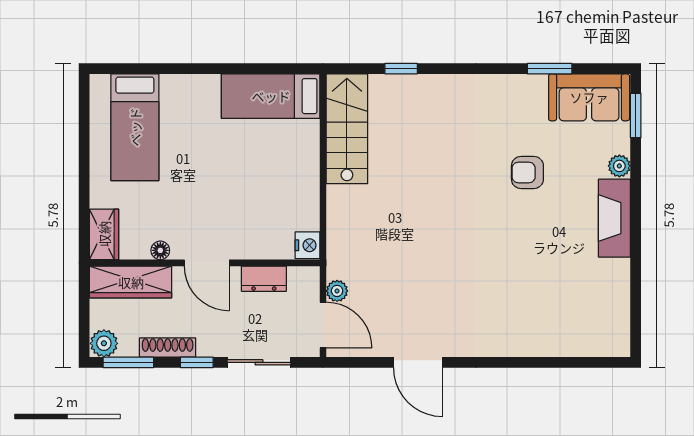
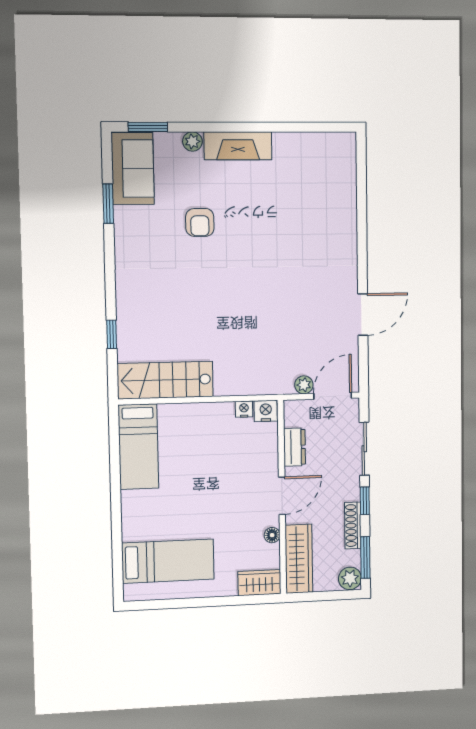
nightstand: (311, 220) -> (244, 409), added

